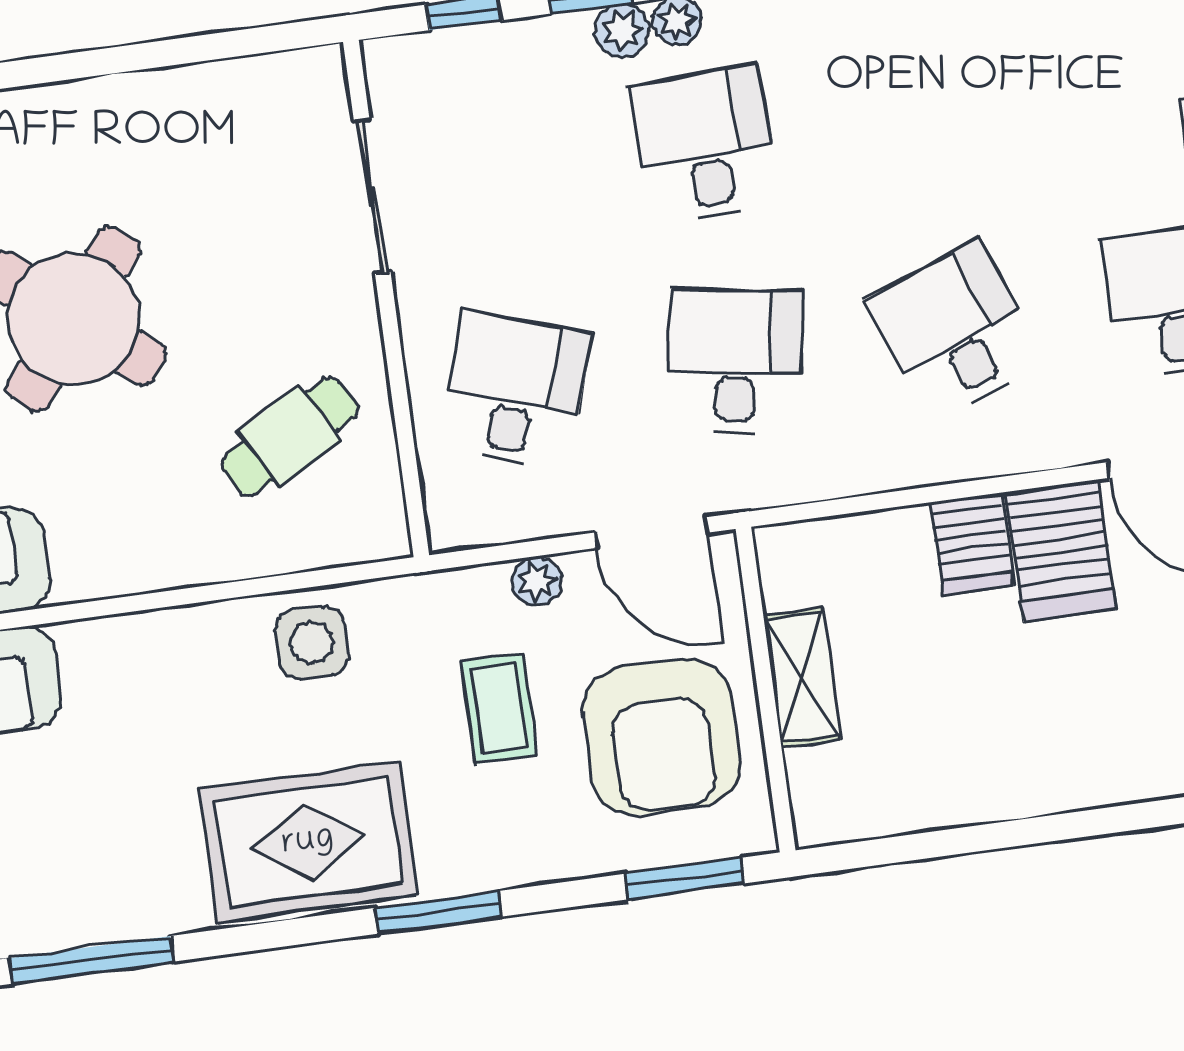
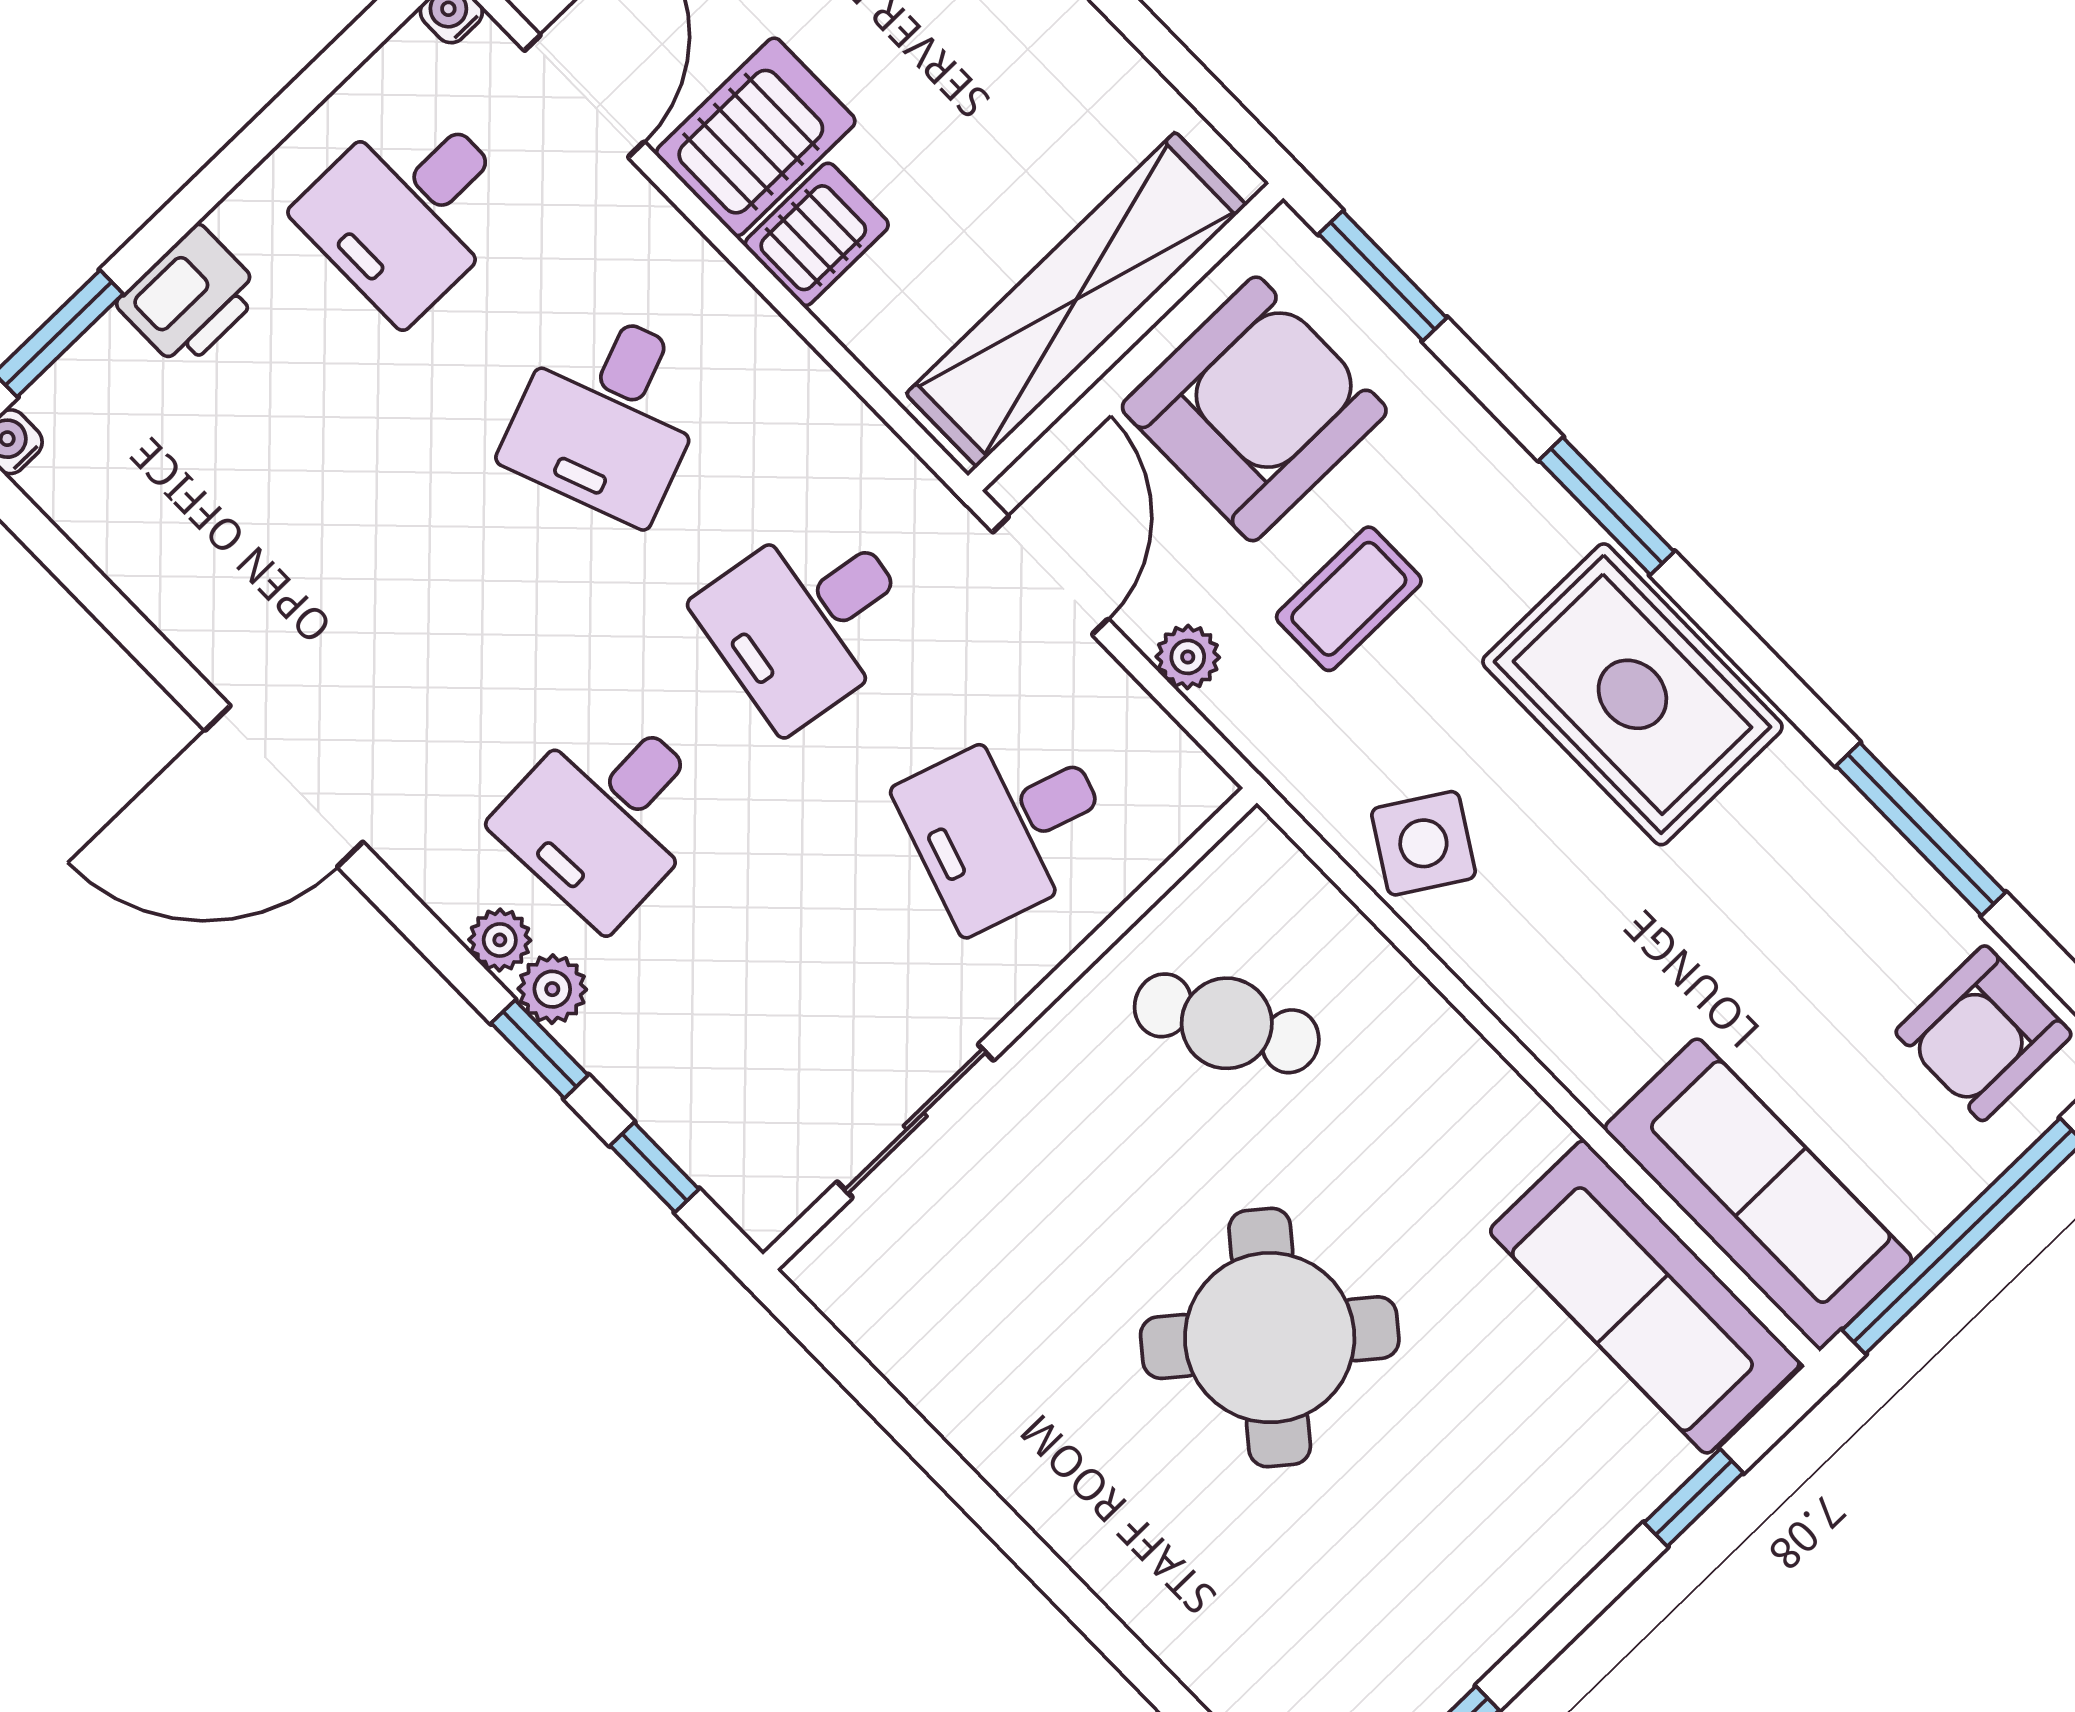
side table: (312, 642) -> (1423, 843), turned 32
shelving: (802, 677) -> (1076, 299), width x2.20, depth x1.33

